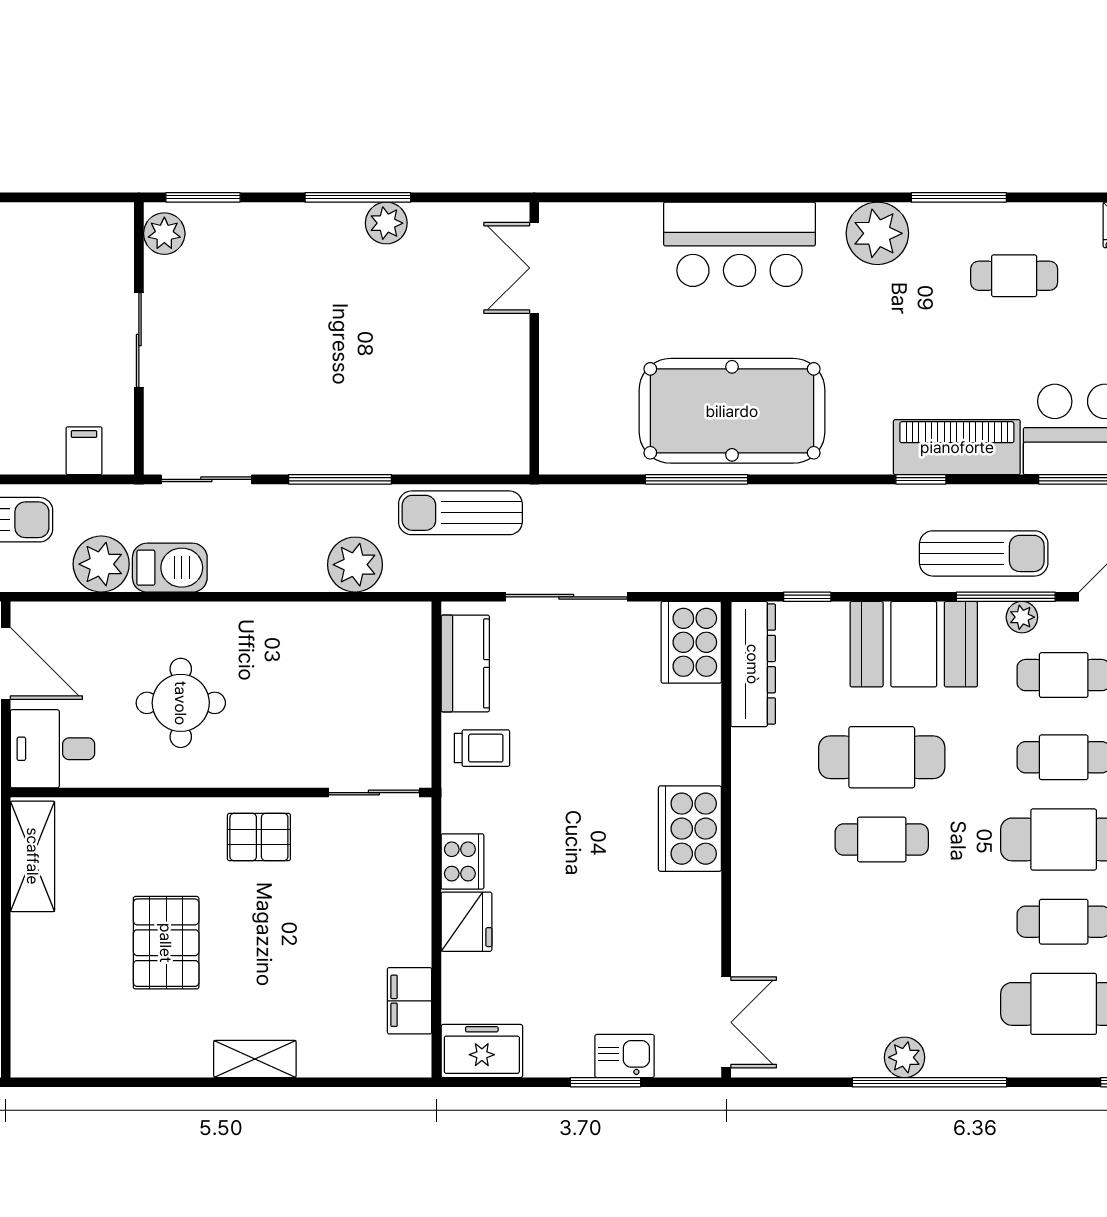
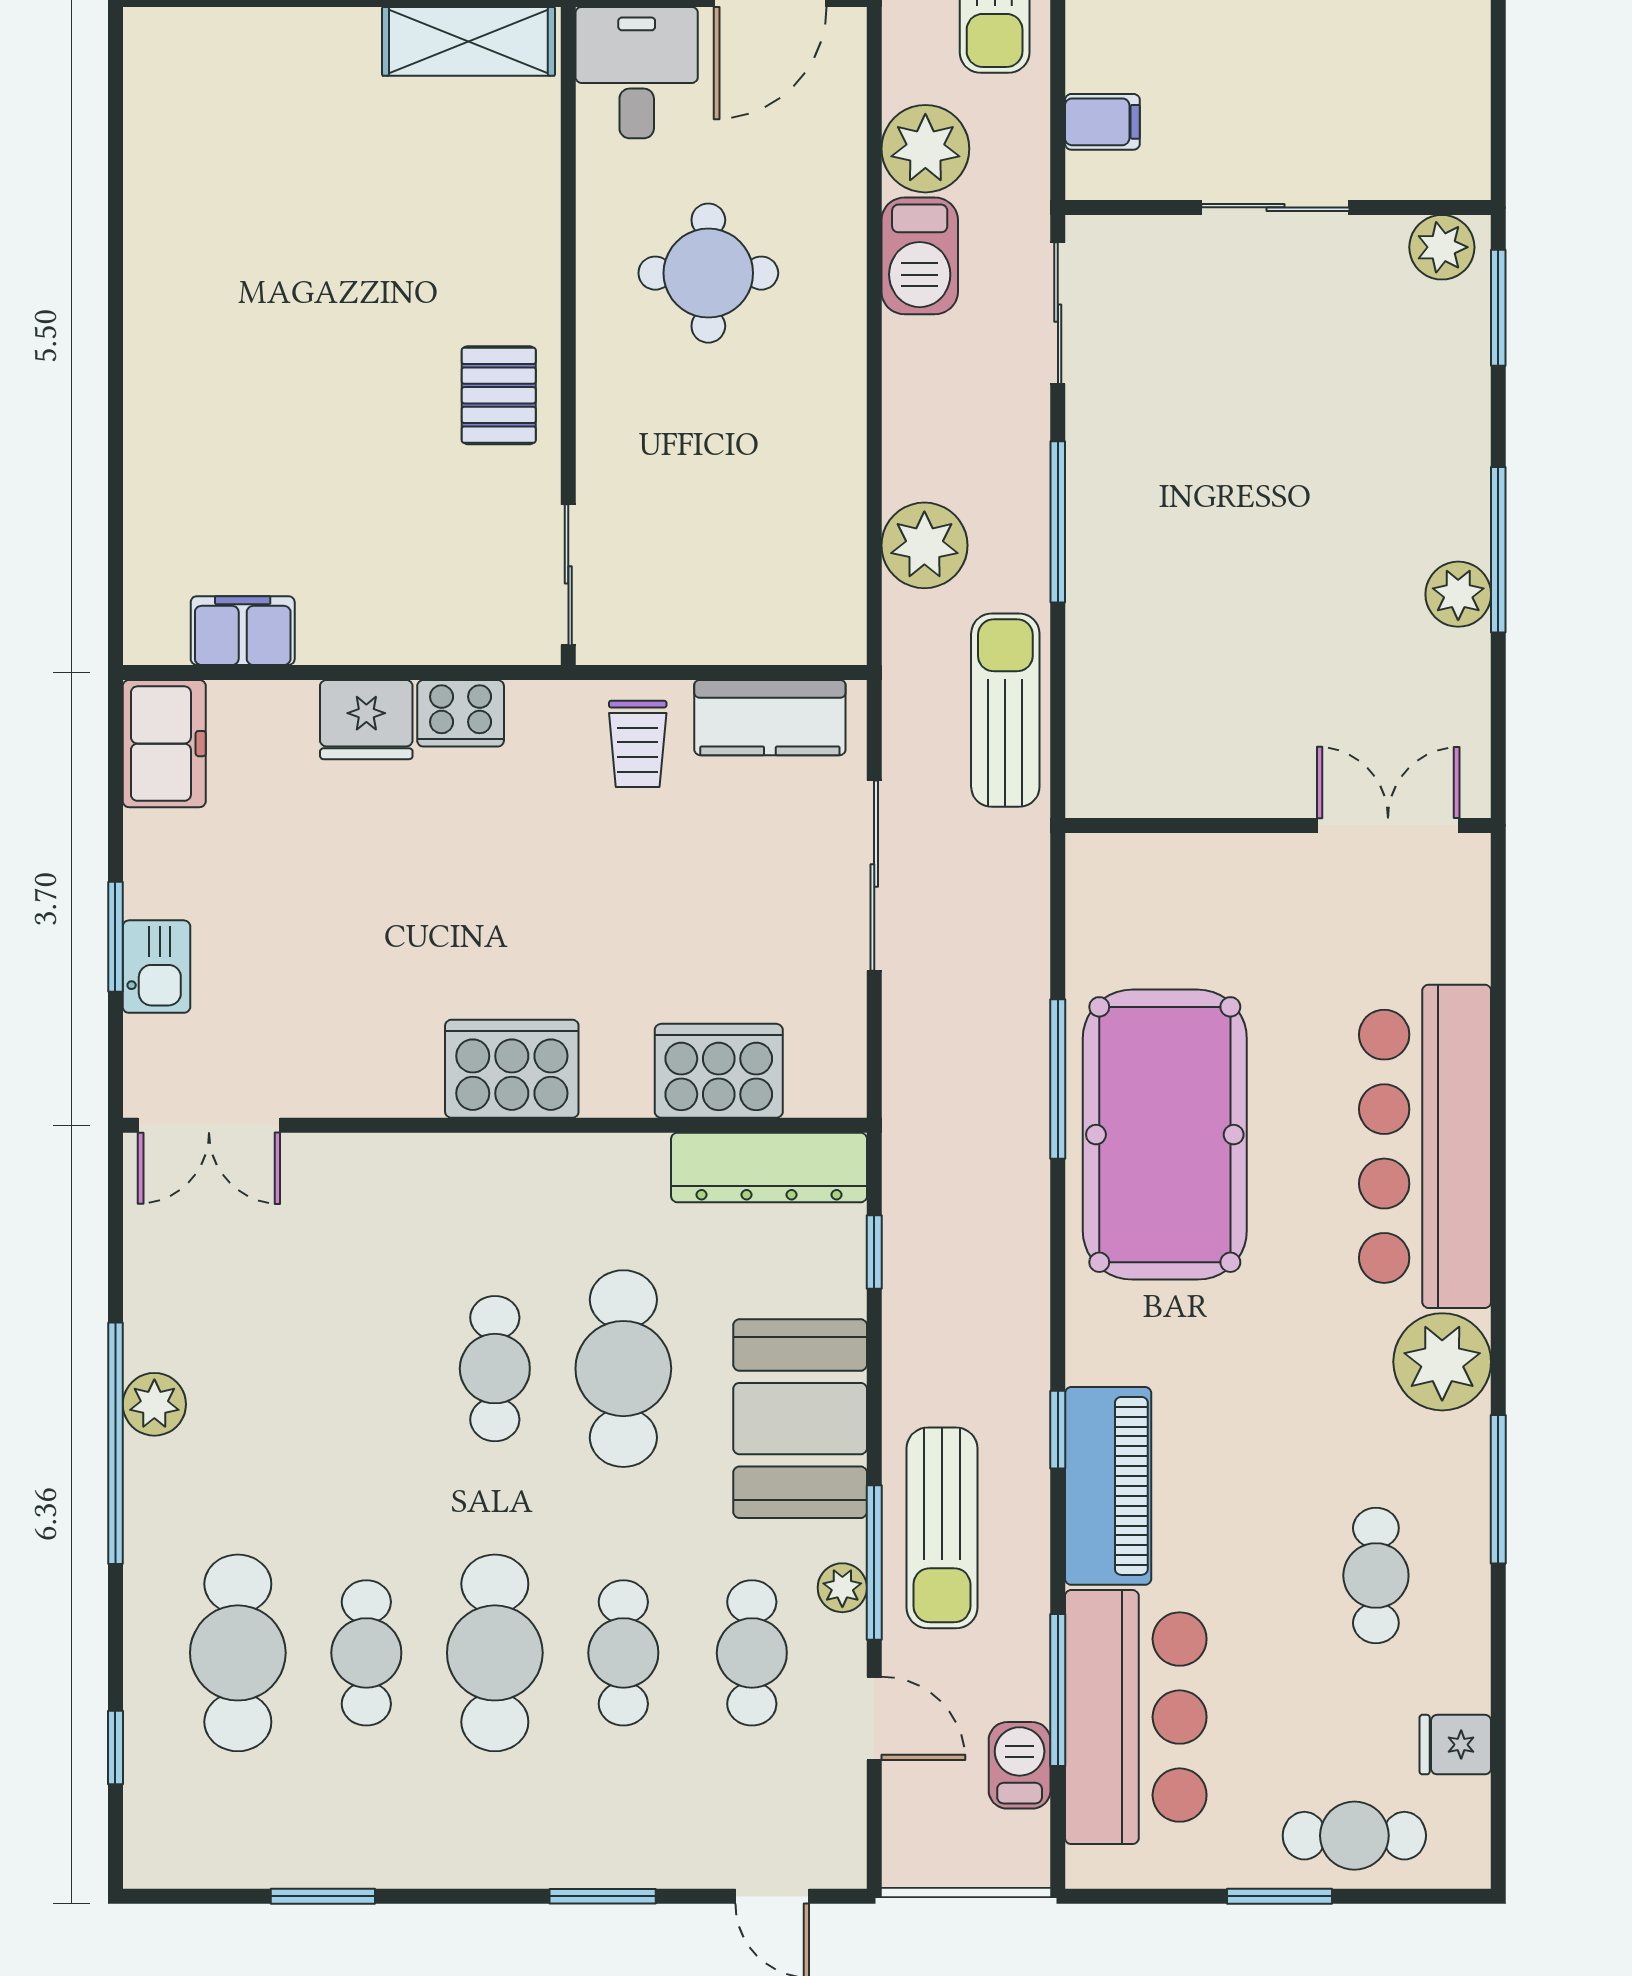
bar counter: (740, 244) -> (1425, 1146), width x1.36
cooker: (691, 642) -> (719, 1071), moved
pallet: (166, 943) -> (334, 250), removed
shelving: (255, 1059) -> (152, 389), removed

